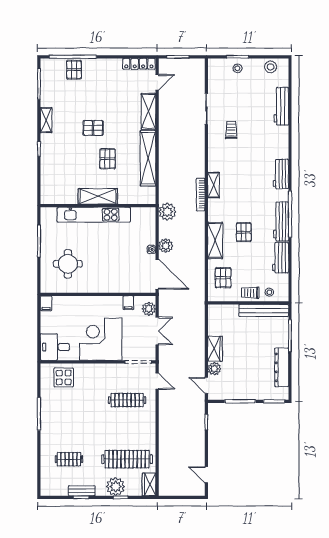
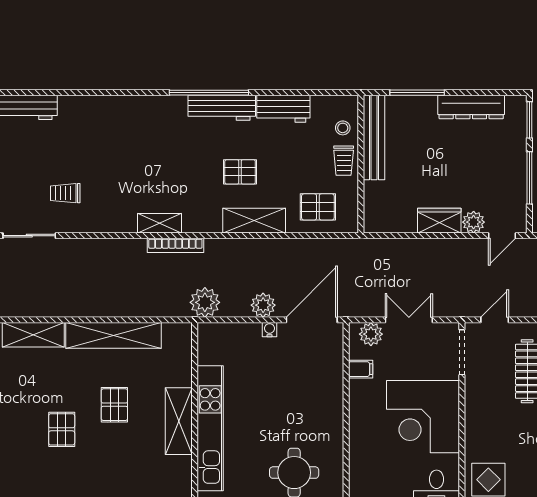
pallet: (108, 159) -> (114, 405), turned 90
workbench: (281, 174) -> (140, 108), removed

